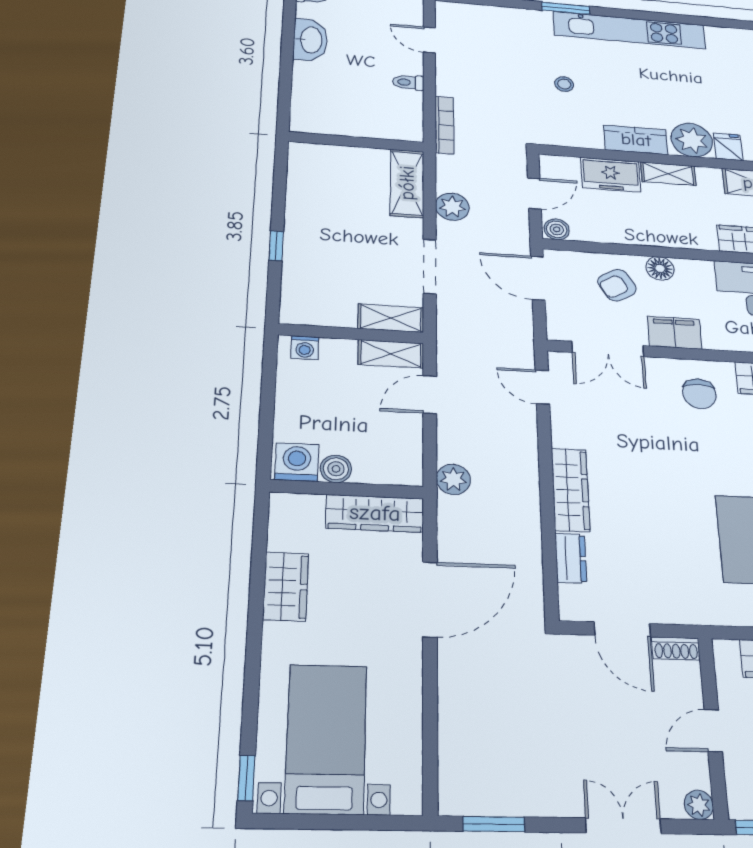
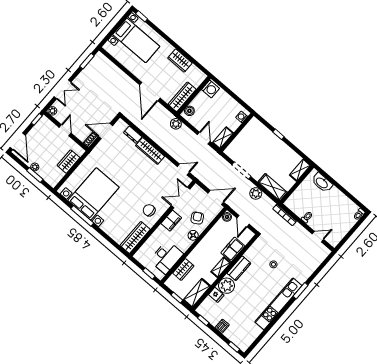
washbasin: (310, 40) -> (322, 183), moved
shelving: (391, 318) -> (300, 170), moved
boiler: (336, 469) -> (189, 111), moved

